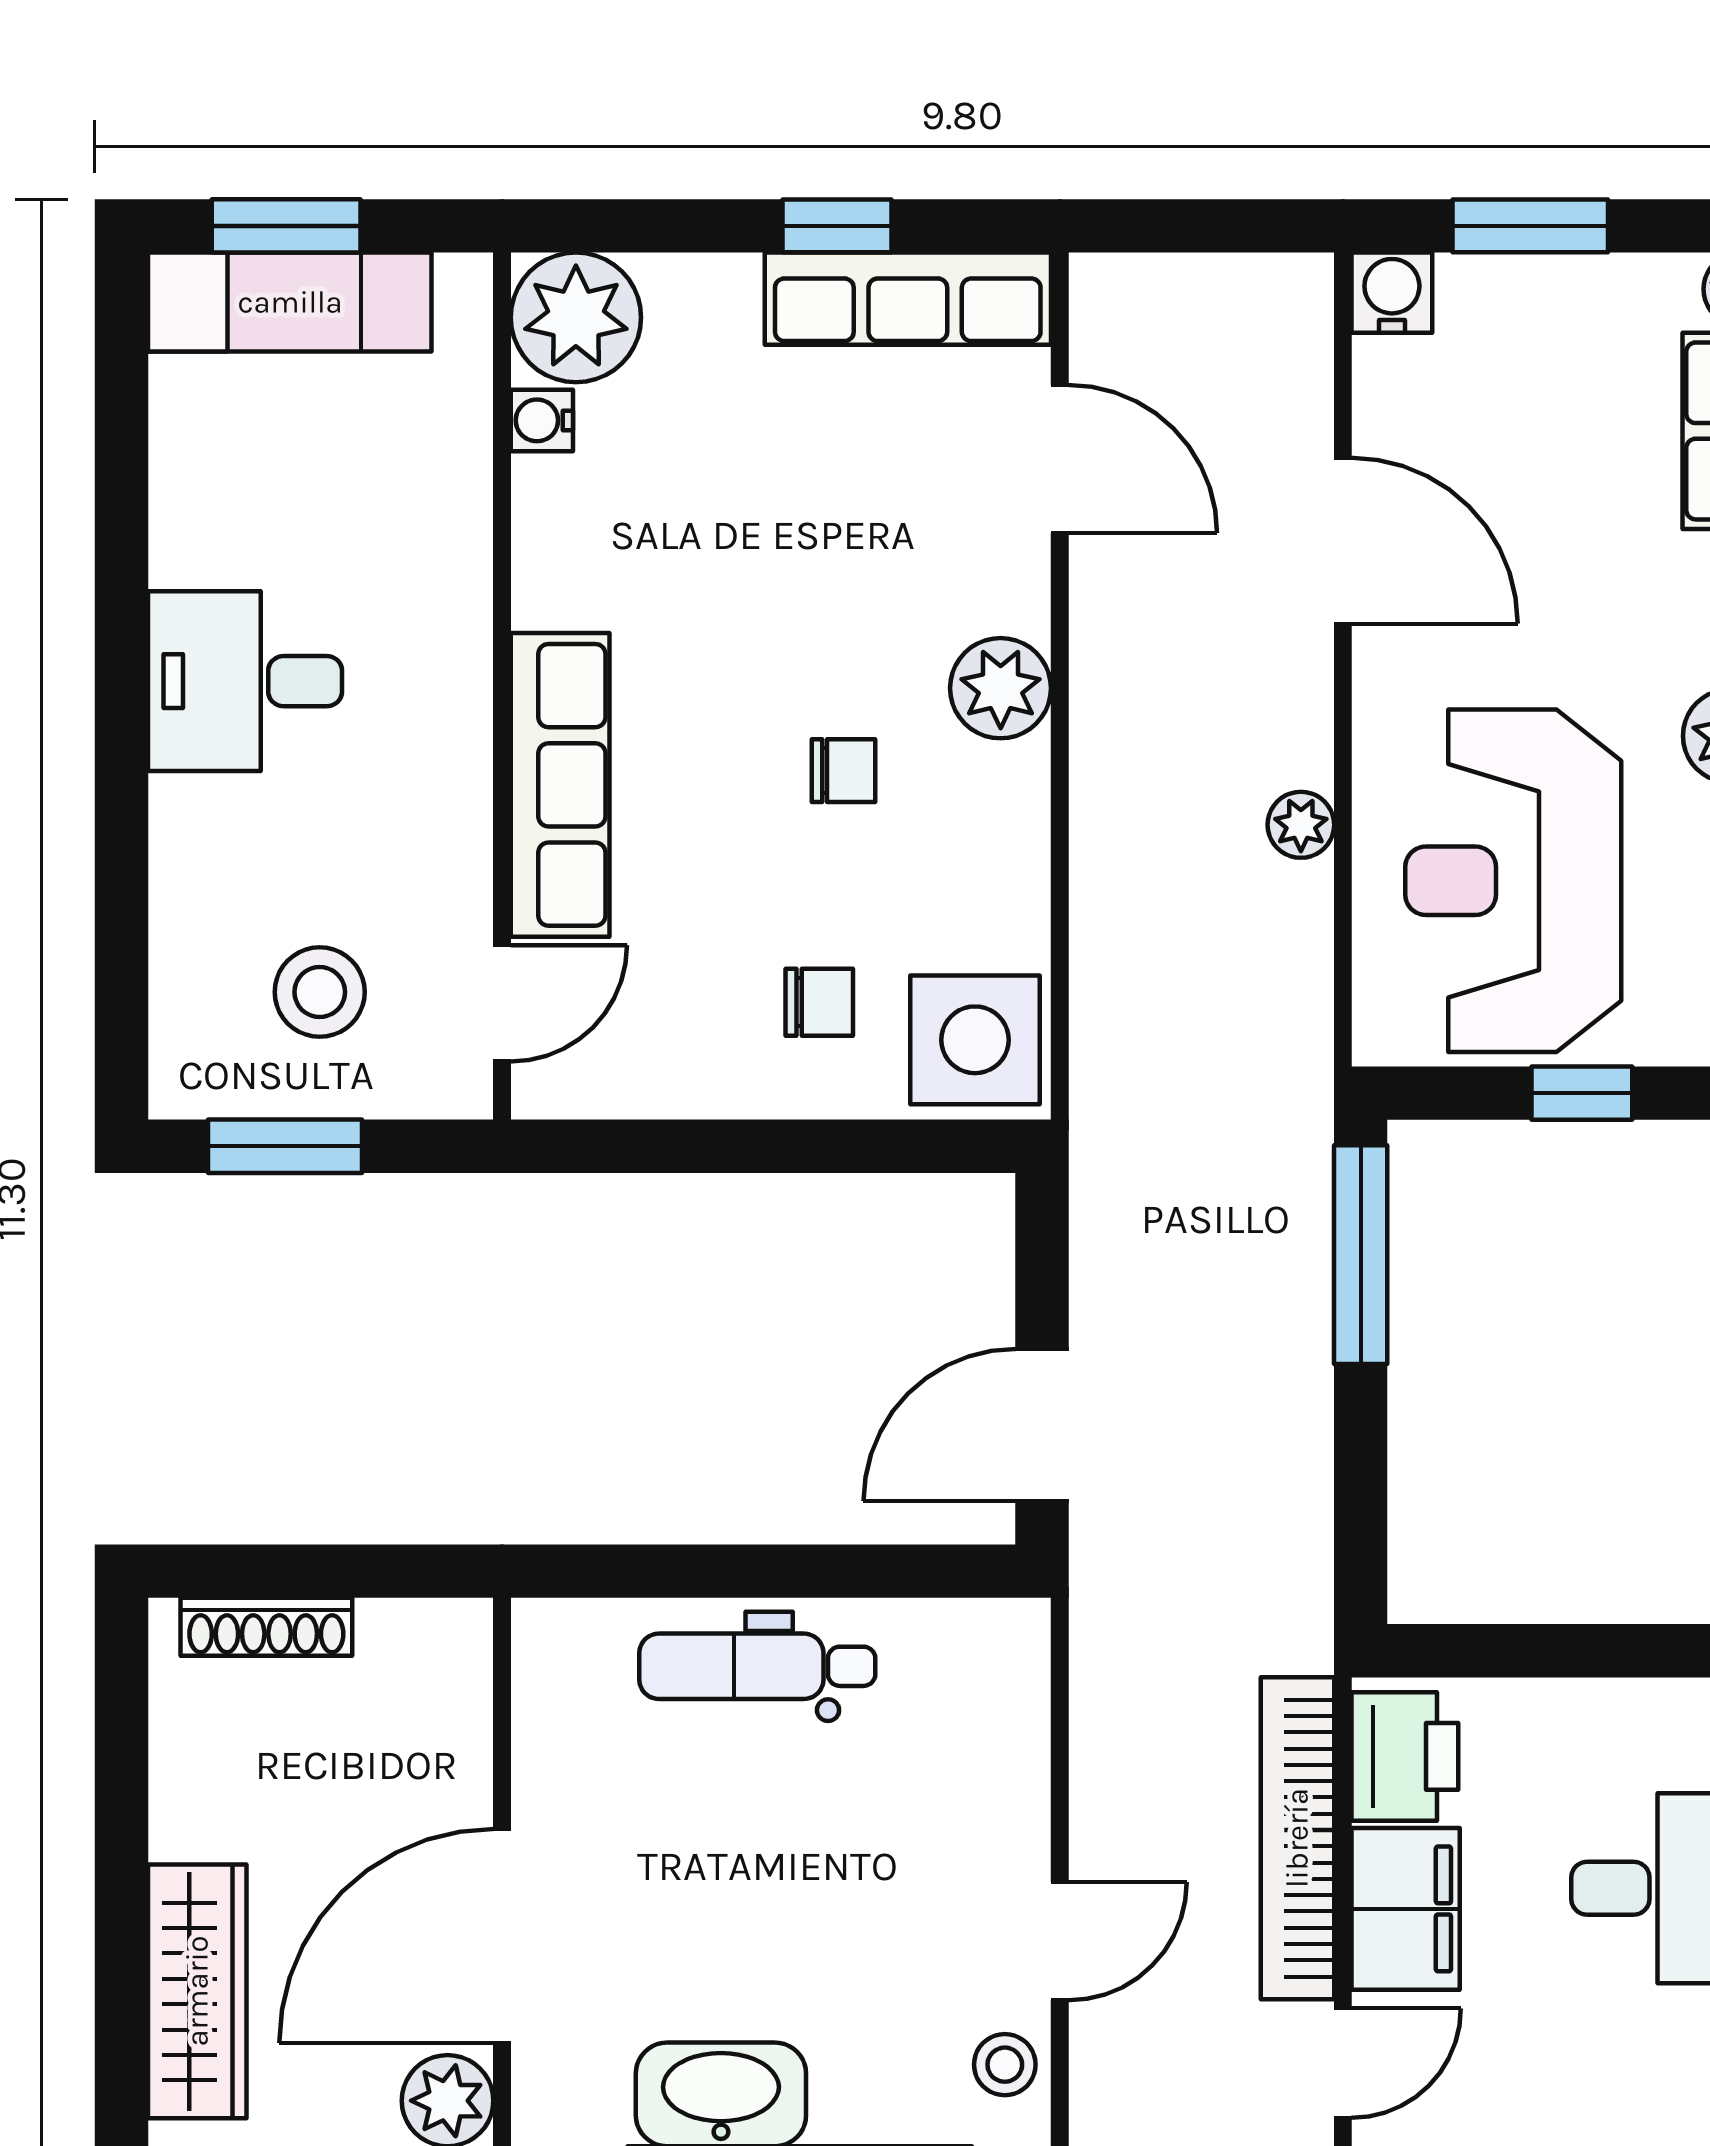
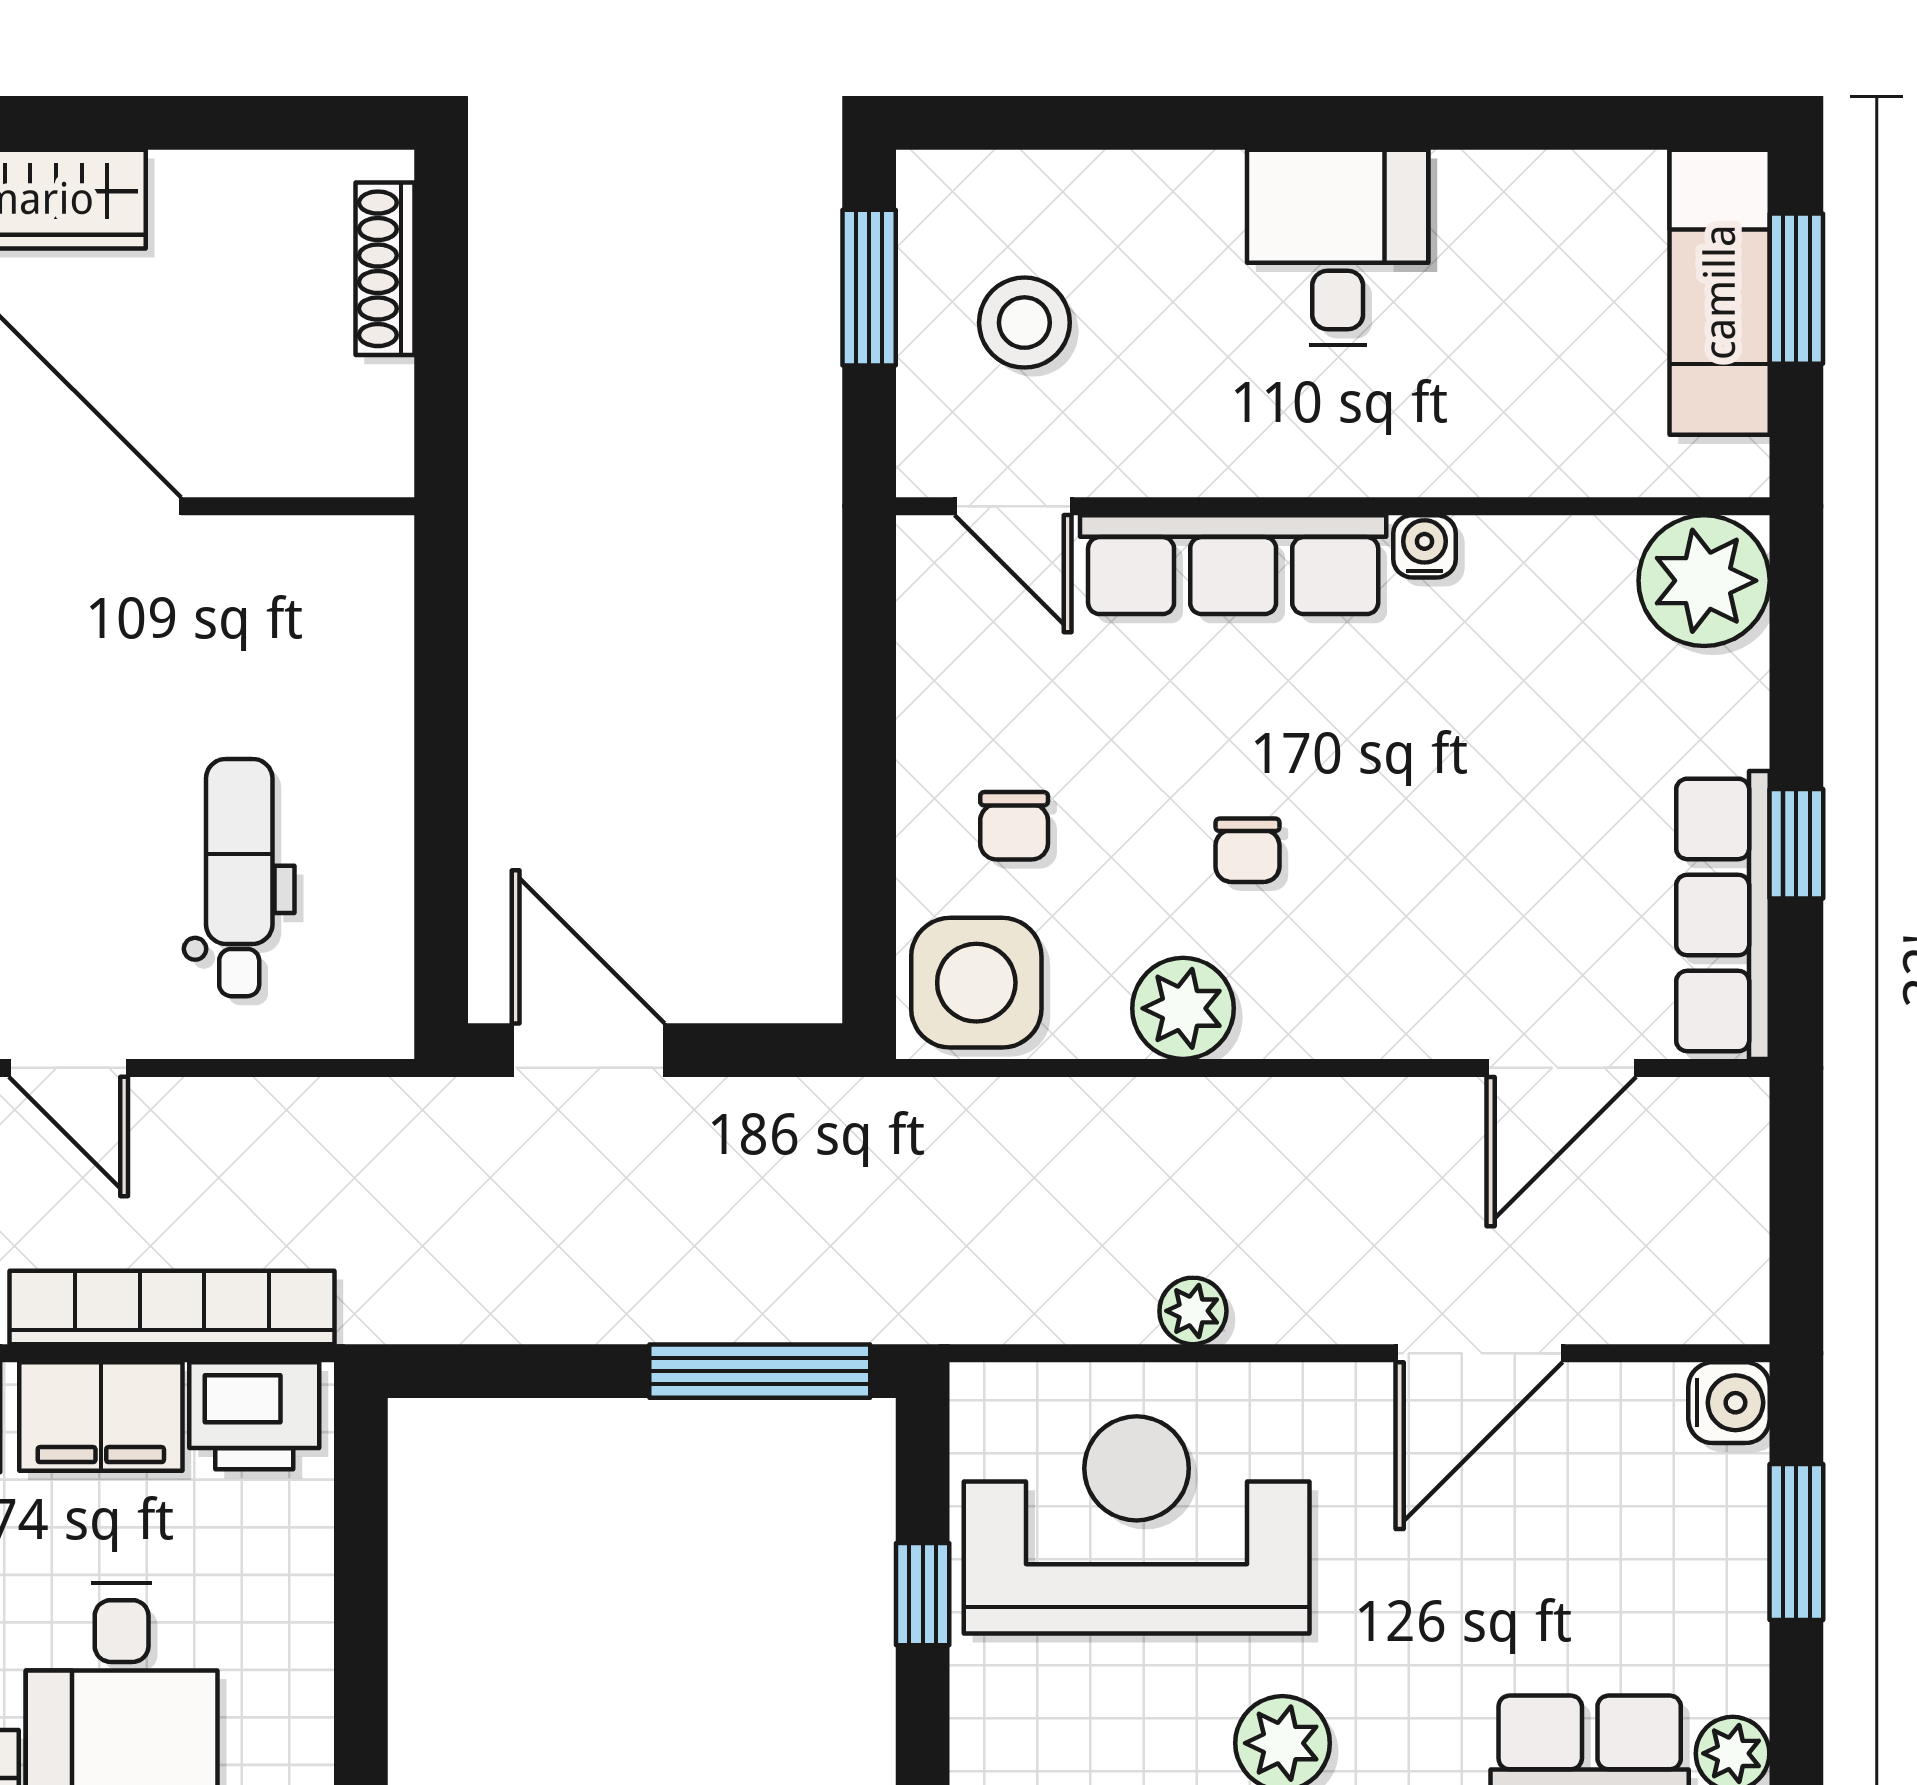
water cooler: (542, 420) -> (1425, 546), moved
plant: (1001, 688) -> (1183, 1008), moved
dental chair: (757, 1666) -> (239, 878), moved

